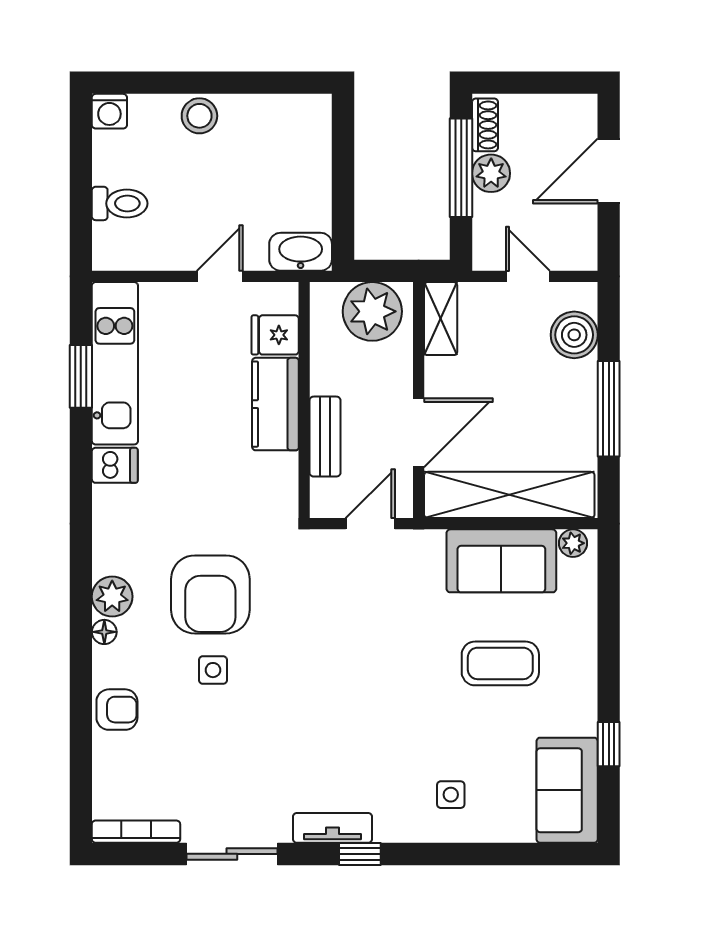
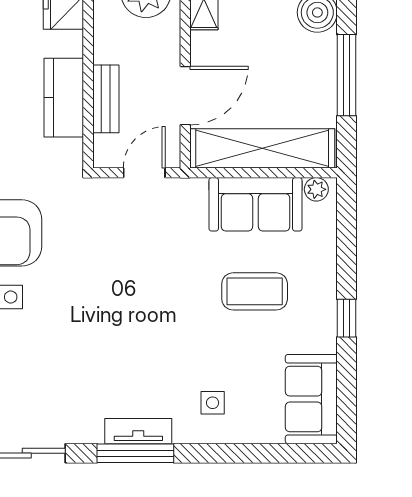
kitchen counter: (275, 404) -> (64, 98), moved
window: (609, 744) -> (347, 318), moved
tv unit: (332, 828) -> (138, 431), moved
window: (360, 854) -> (135, 453), width x2.17

